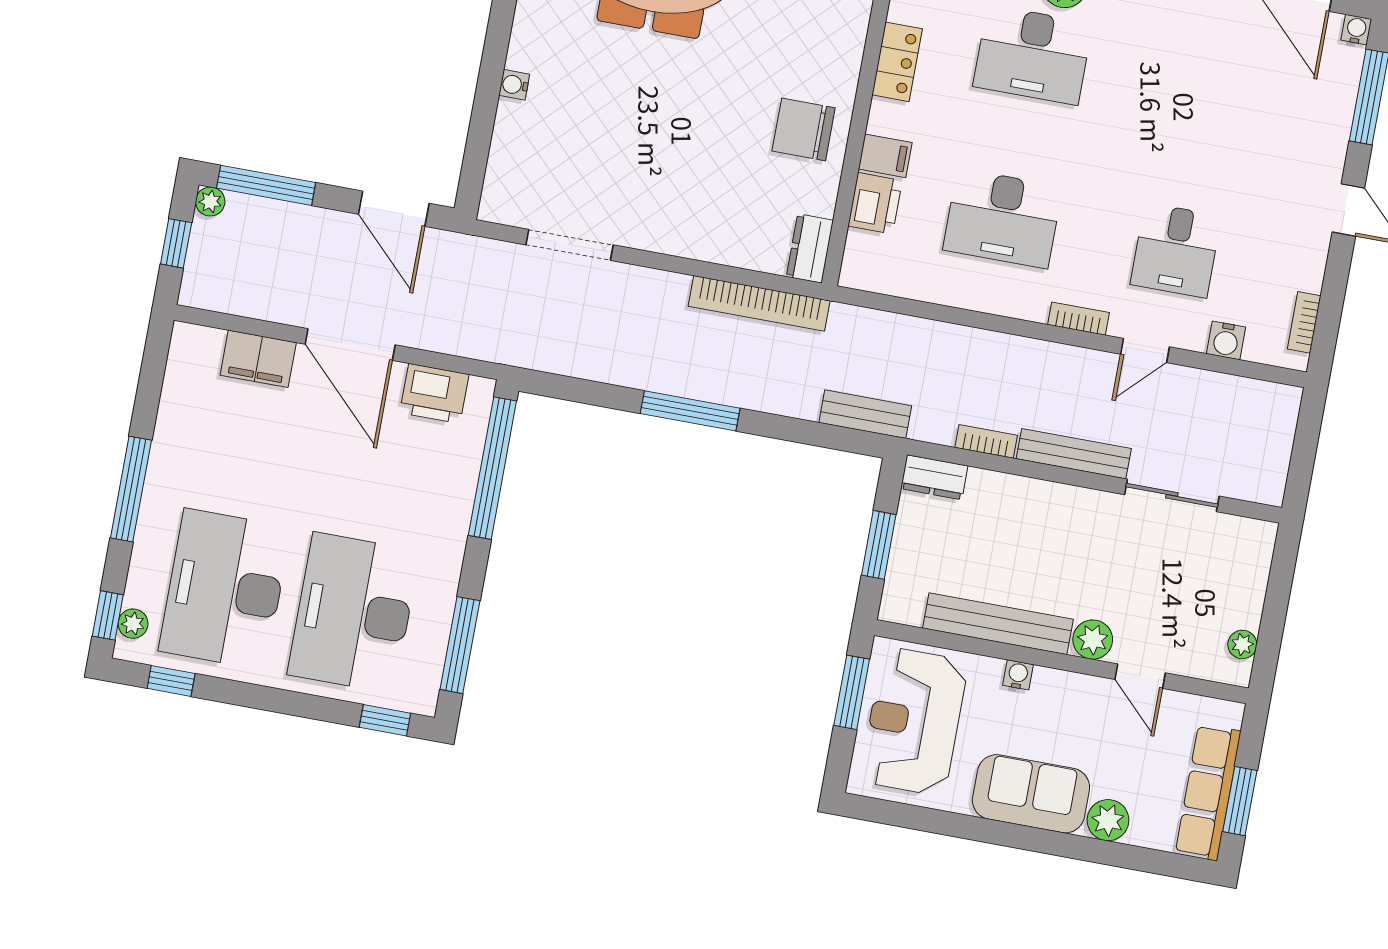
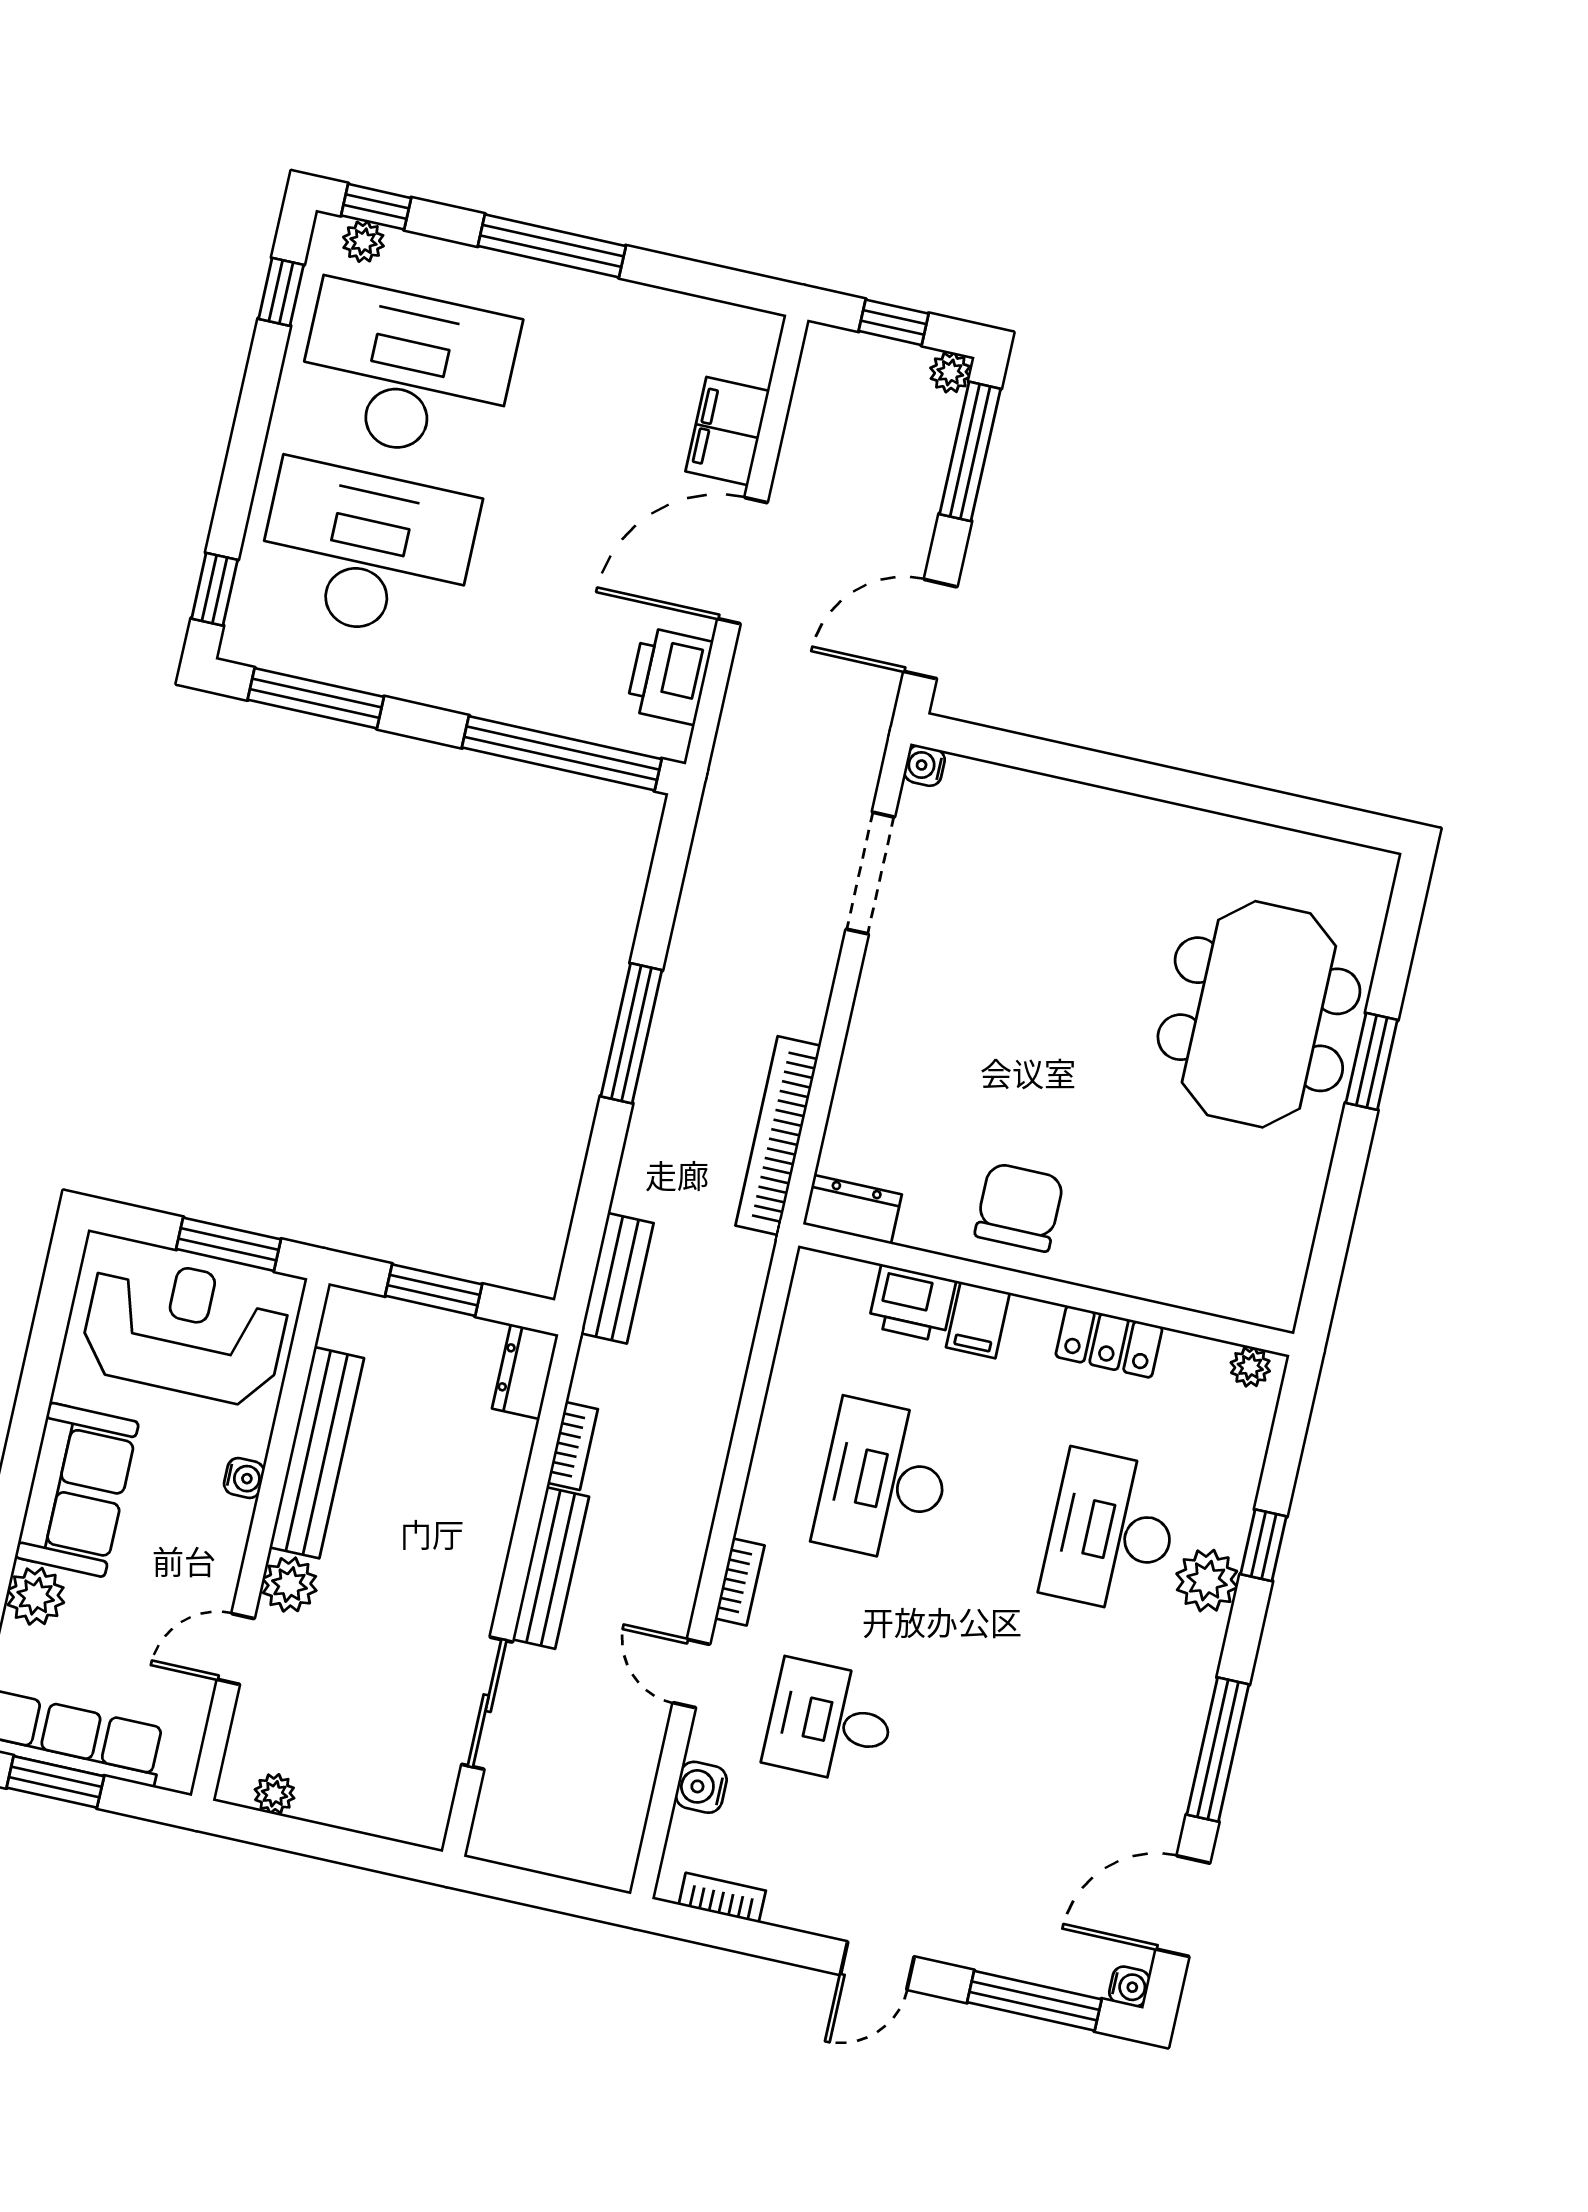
water cooler: (514, 85) -> (924, 766), moved, turned -90

